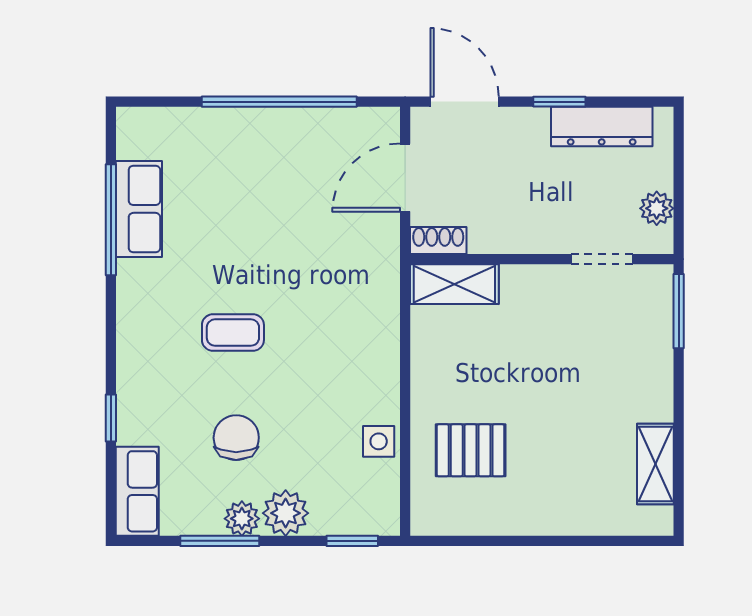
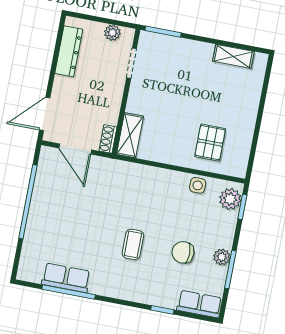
window: (559, 102) -> (53, 69), removed
plant: (286, 513) -> (230, 199), moved

